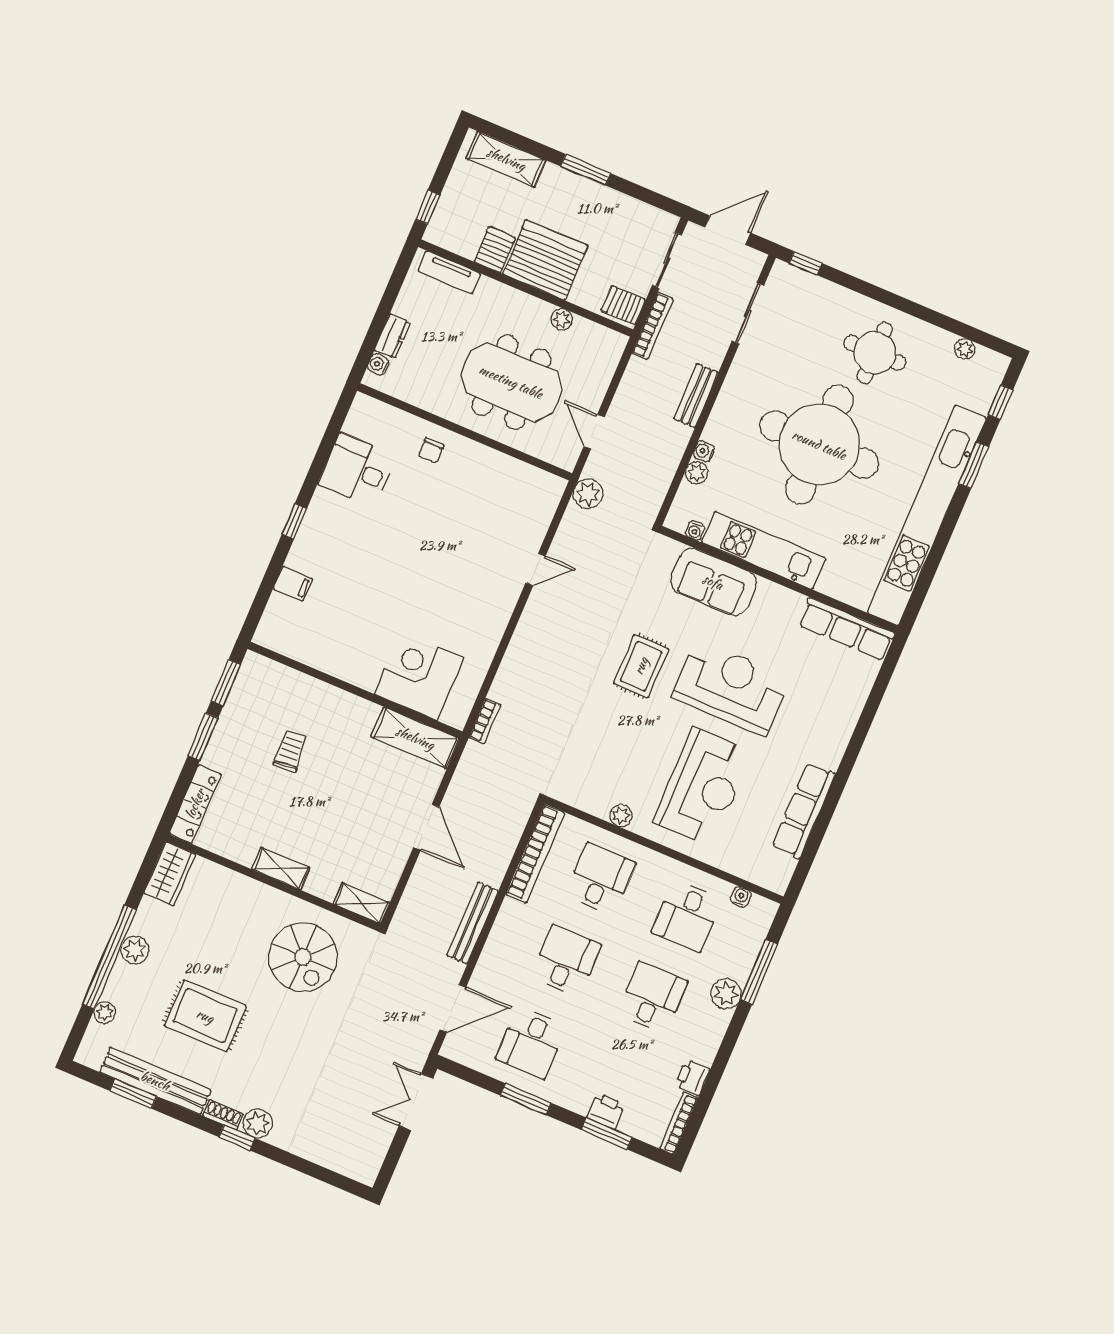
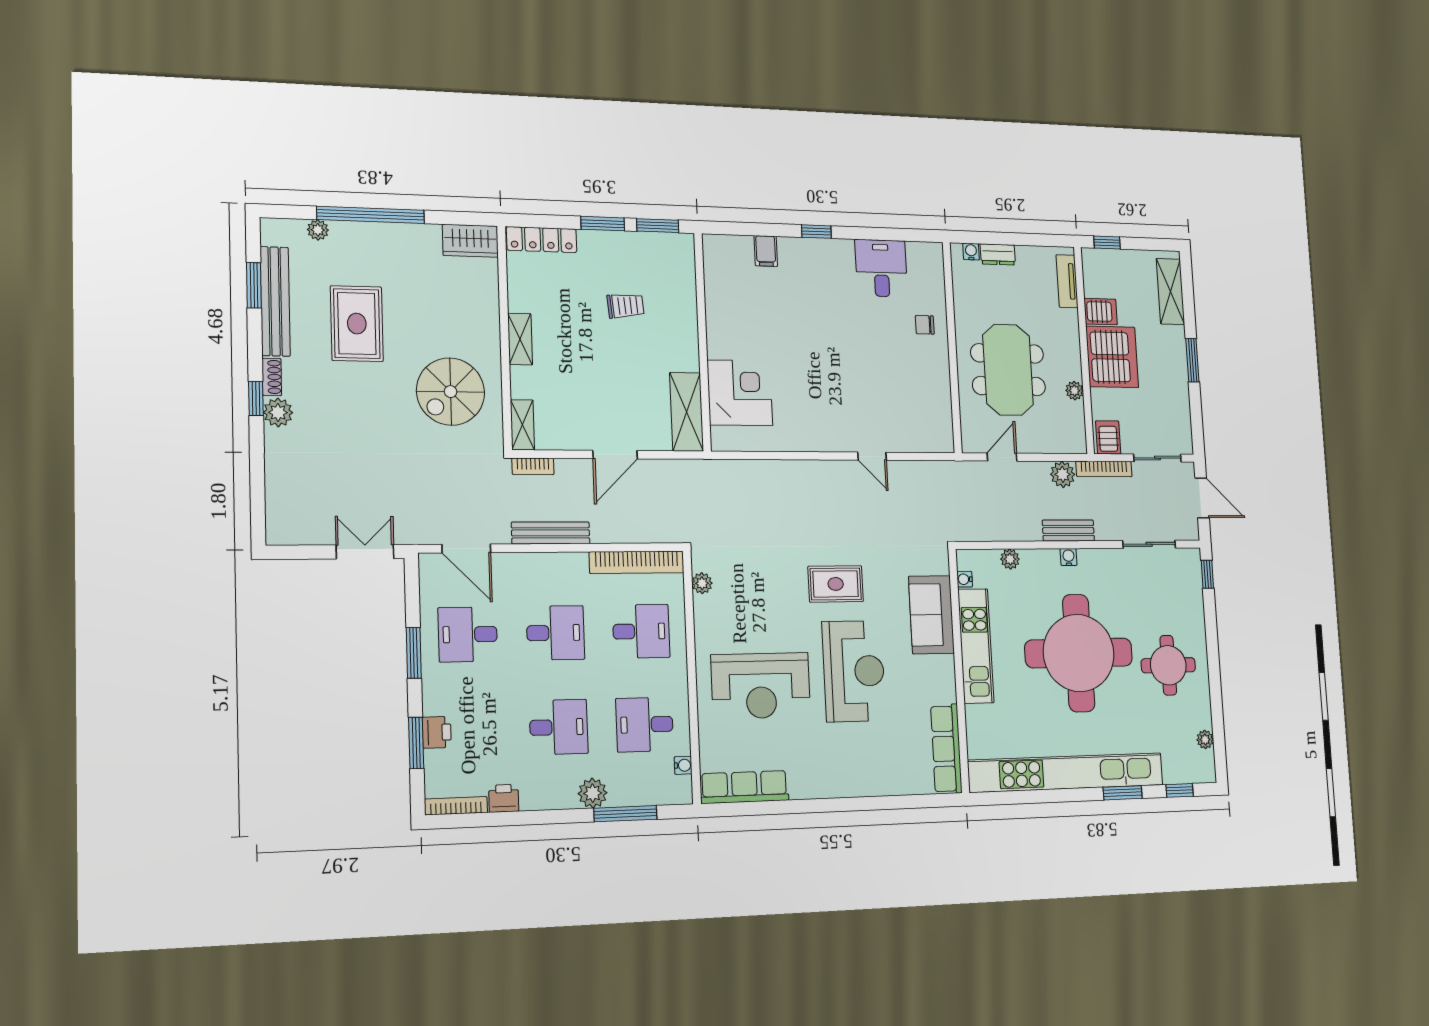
water cooler: (704, 451) -> (1069, 557), moved
plant: (588, 494) -> (1063, 474), moved
bookcase: (485, 721) -> (533, 466), moved
row of seats: (804, 811) -> (744, 787), moved
plant: (621, 816) -> (702, 583), moved
plant: (135, 950) -> (388, 236), removed

